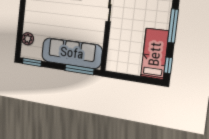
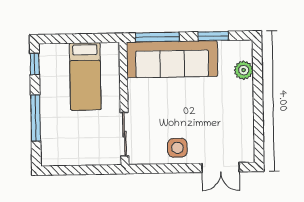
bed: (155, 54) -> (85, 76), moved
window: (32, 62) -> (213, 36), moved

